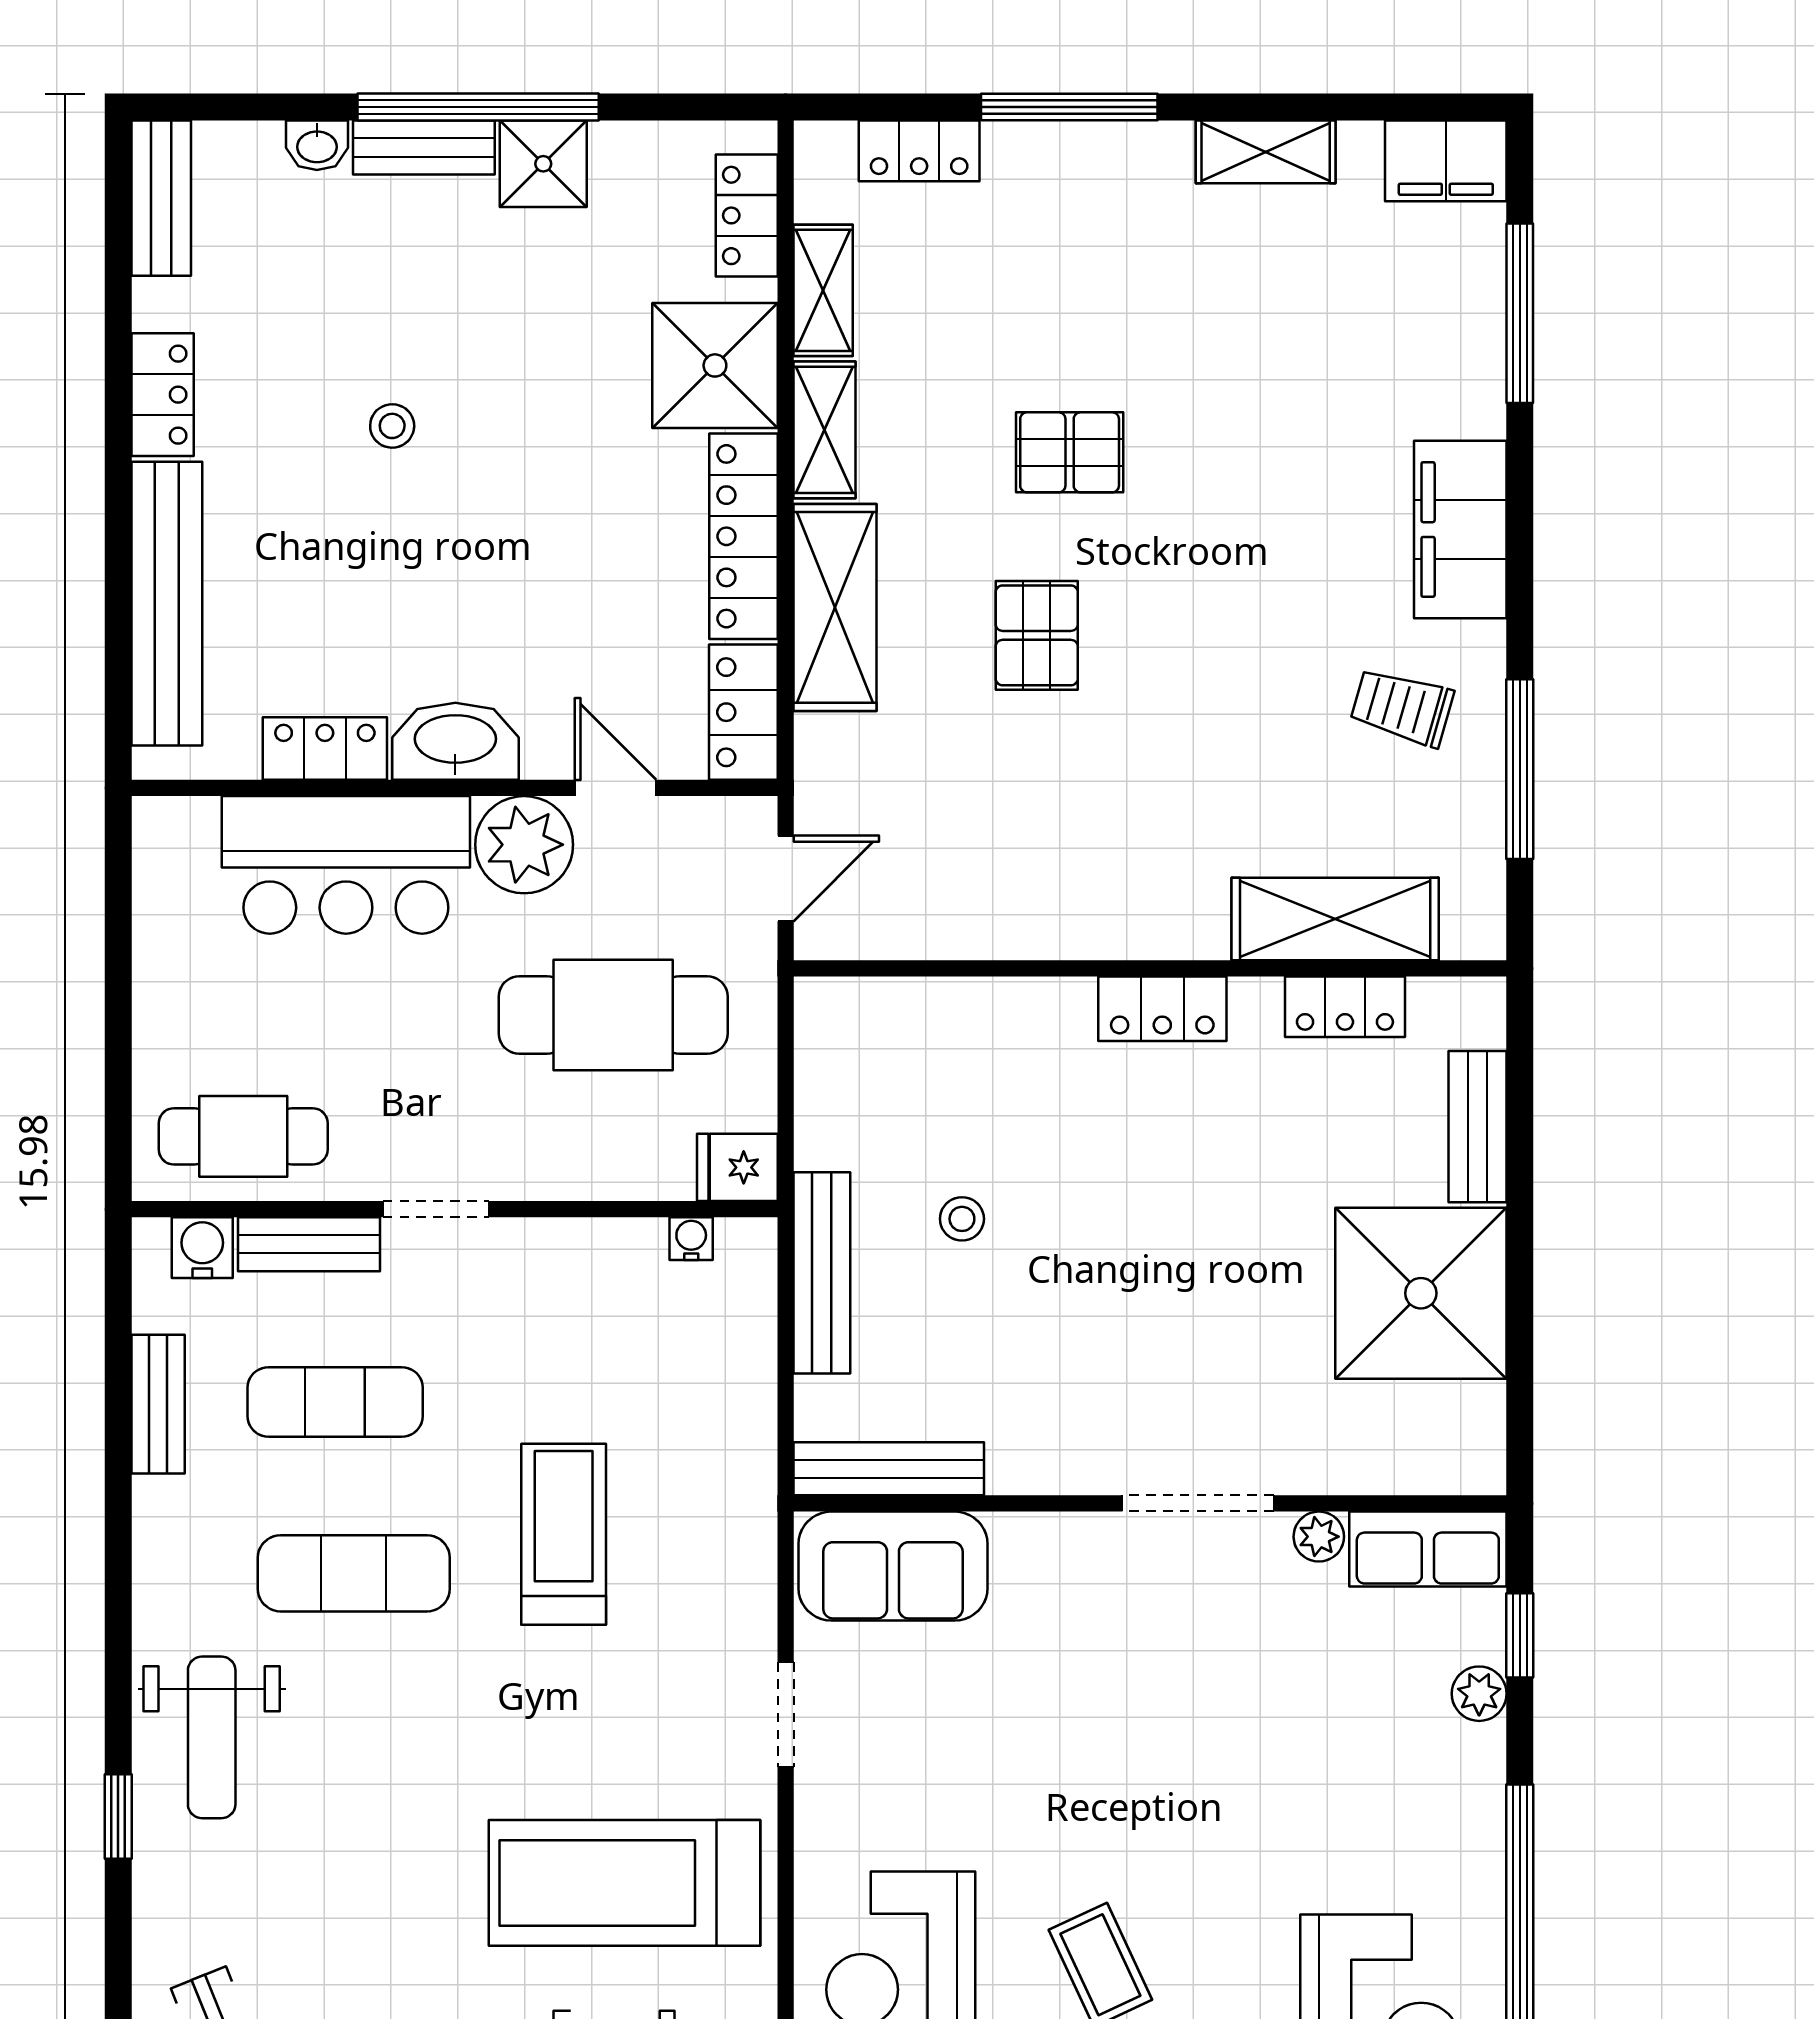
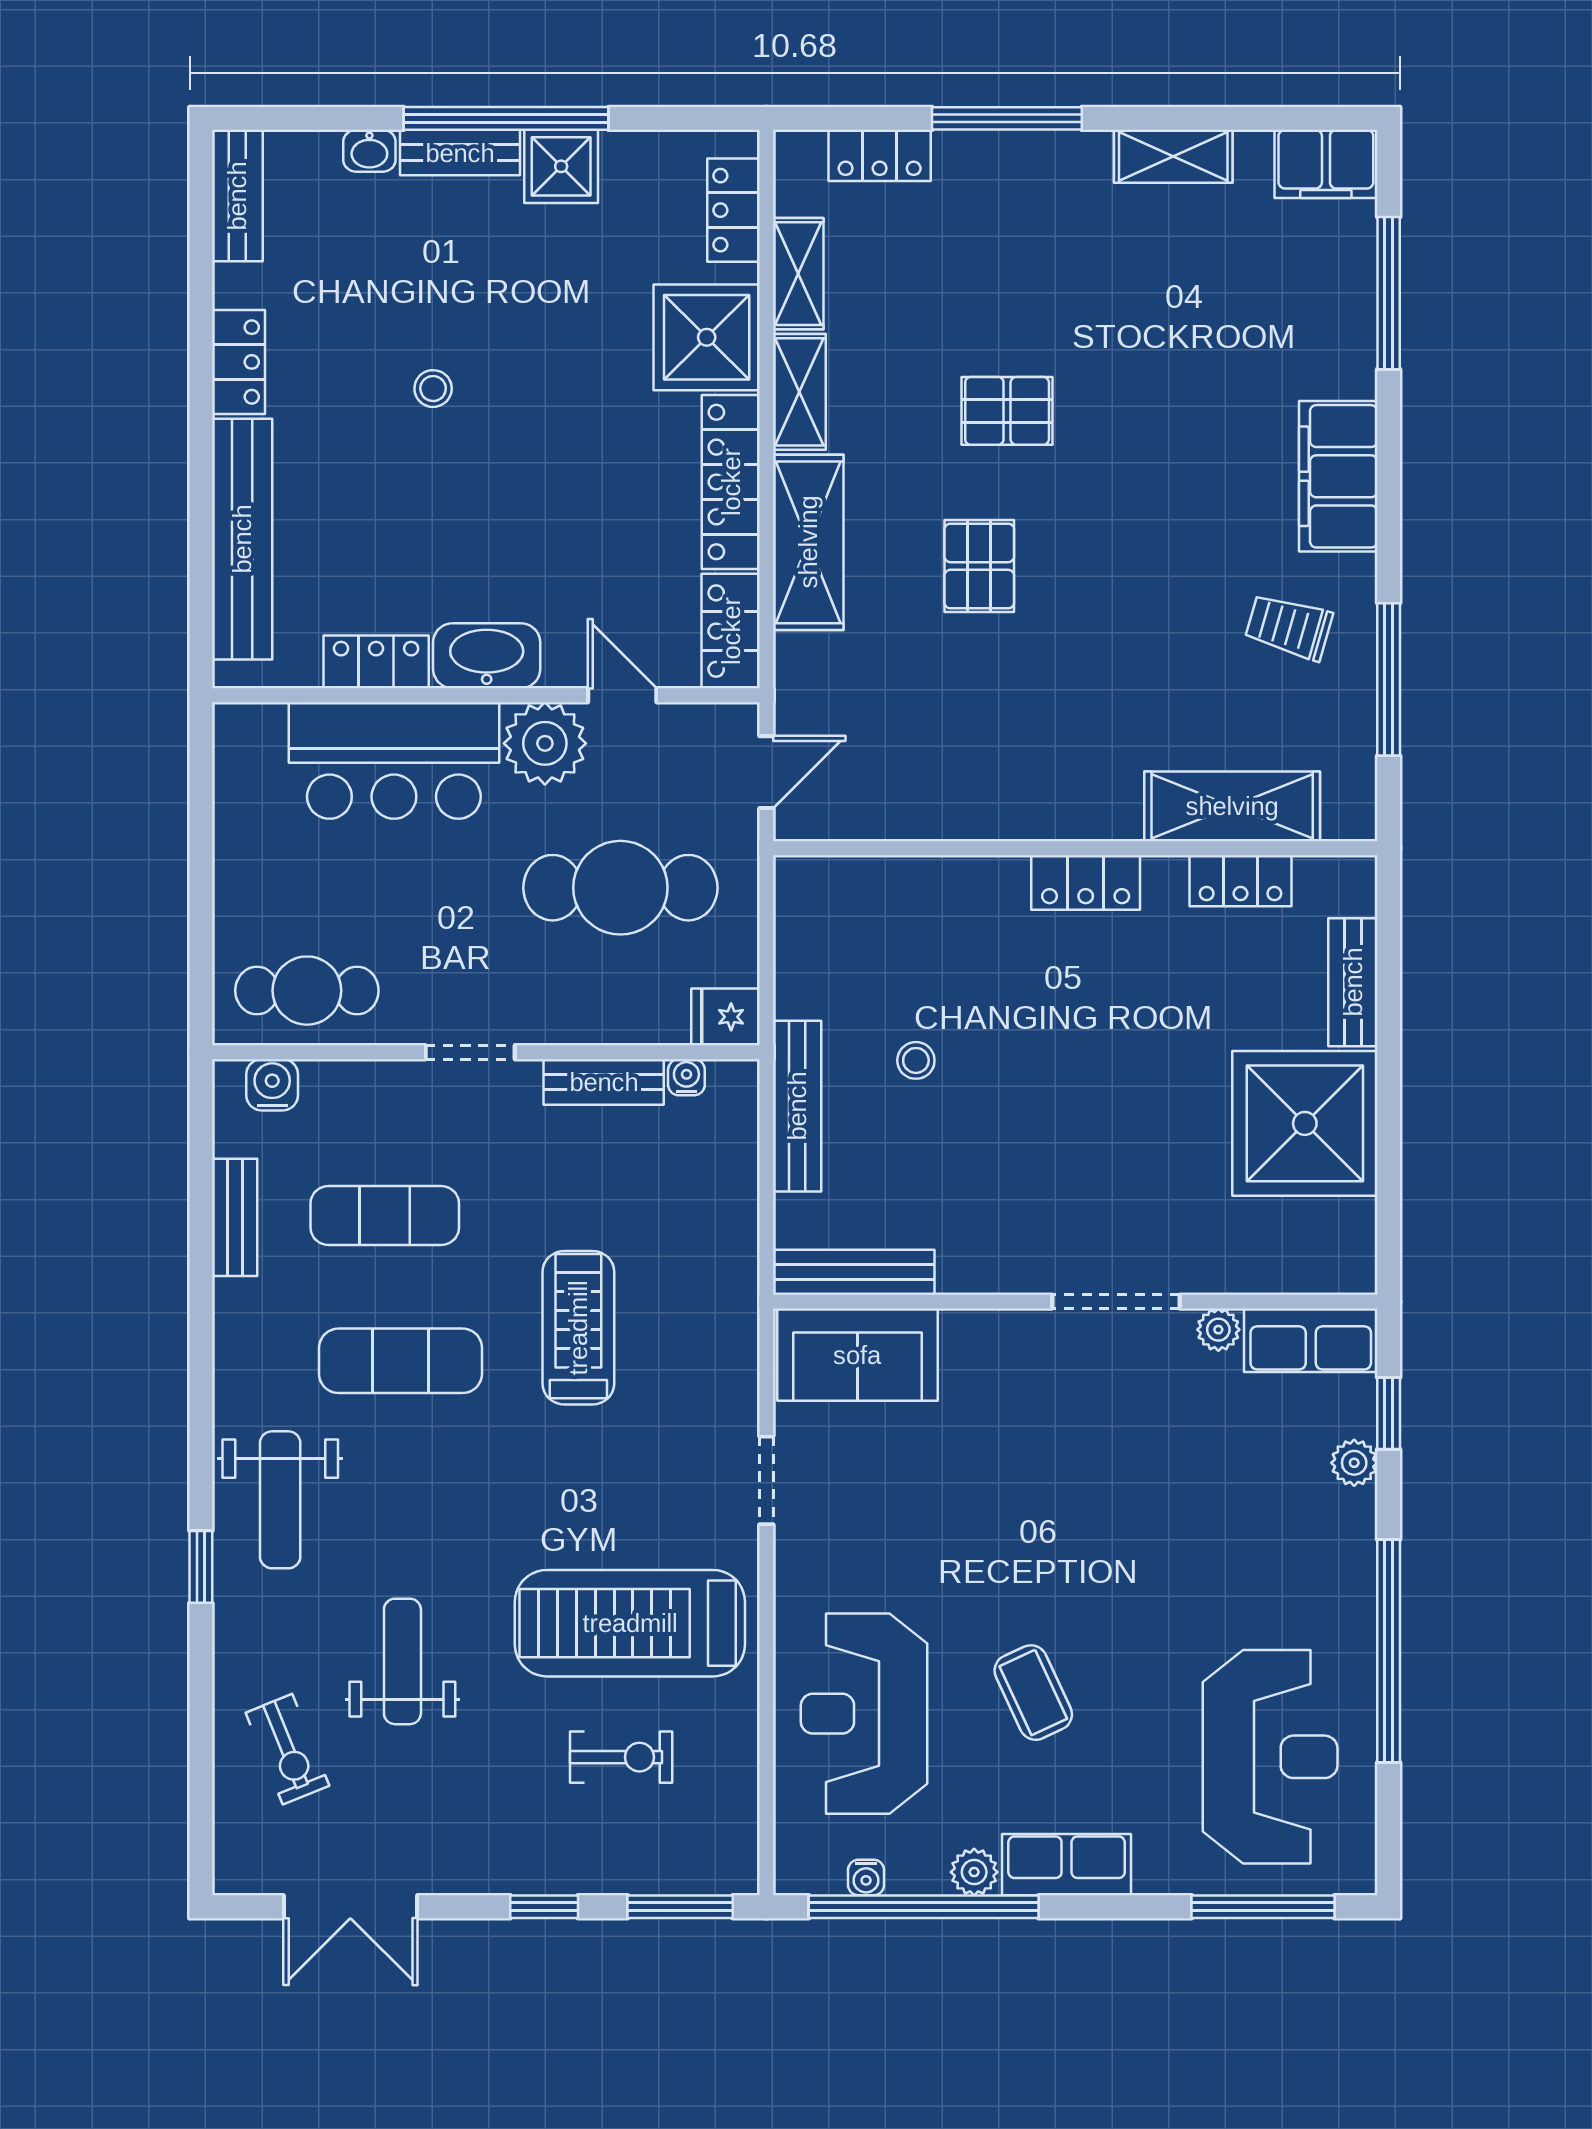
bench: (309, 1244) -> (604, 1082), moved
weight bench: (356, 1928) -> (402, 1661), added

